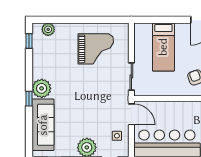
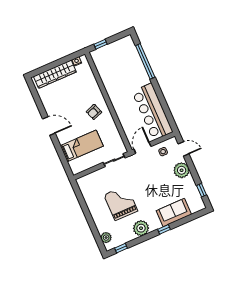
grand piano: (96, 49) -> (121, 203), moved
plant: (42, 88) -> (141, 228), moved
sofa: (43, 125) -> (174, 213), width x0.73

